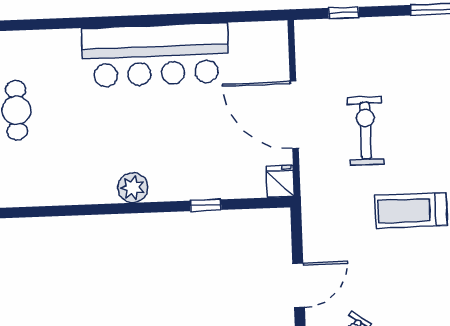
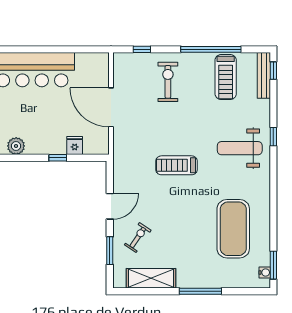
exercise bike: (366, 131) -> (168, 82), moved
fridge: (280, 181) -> (75, 145), moved

